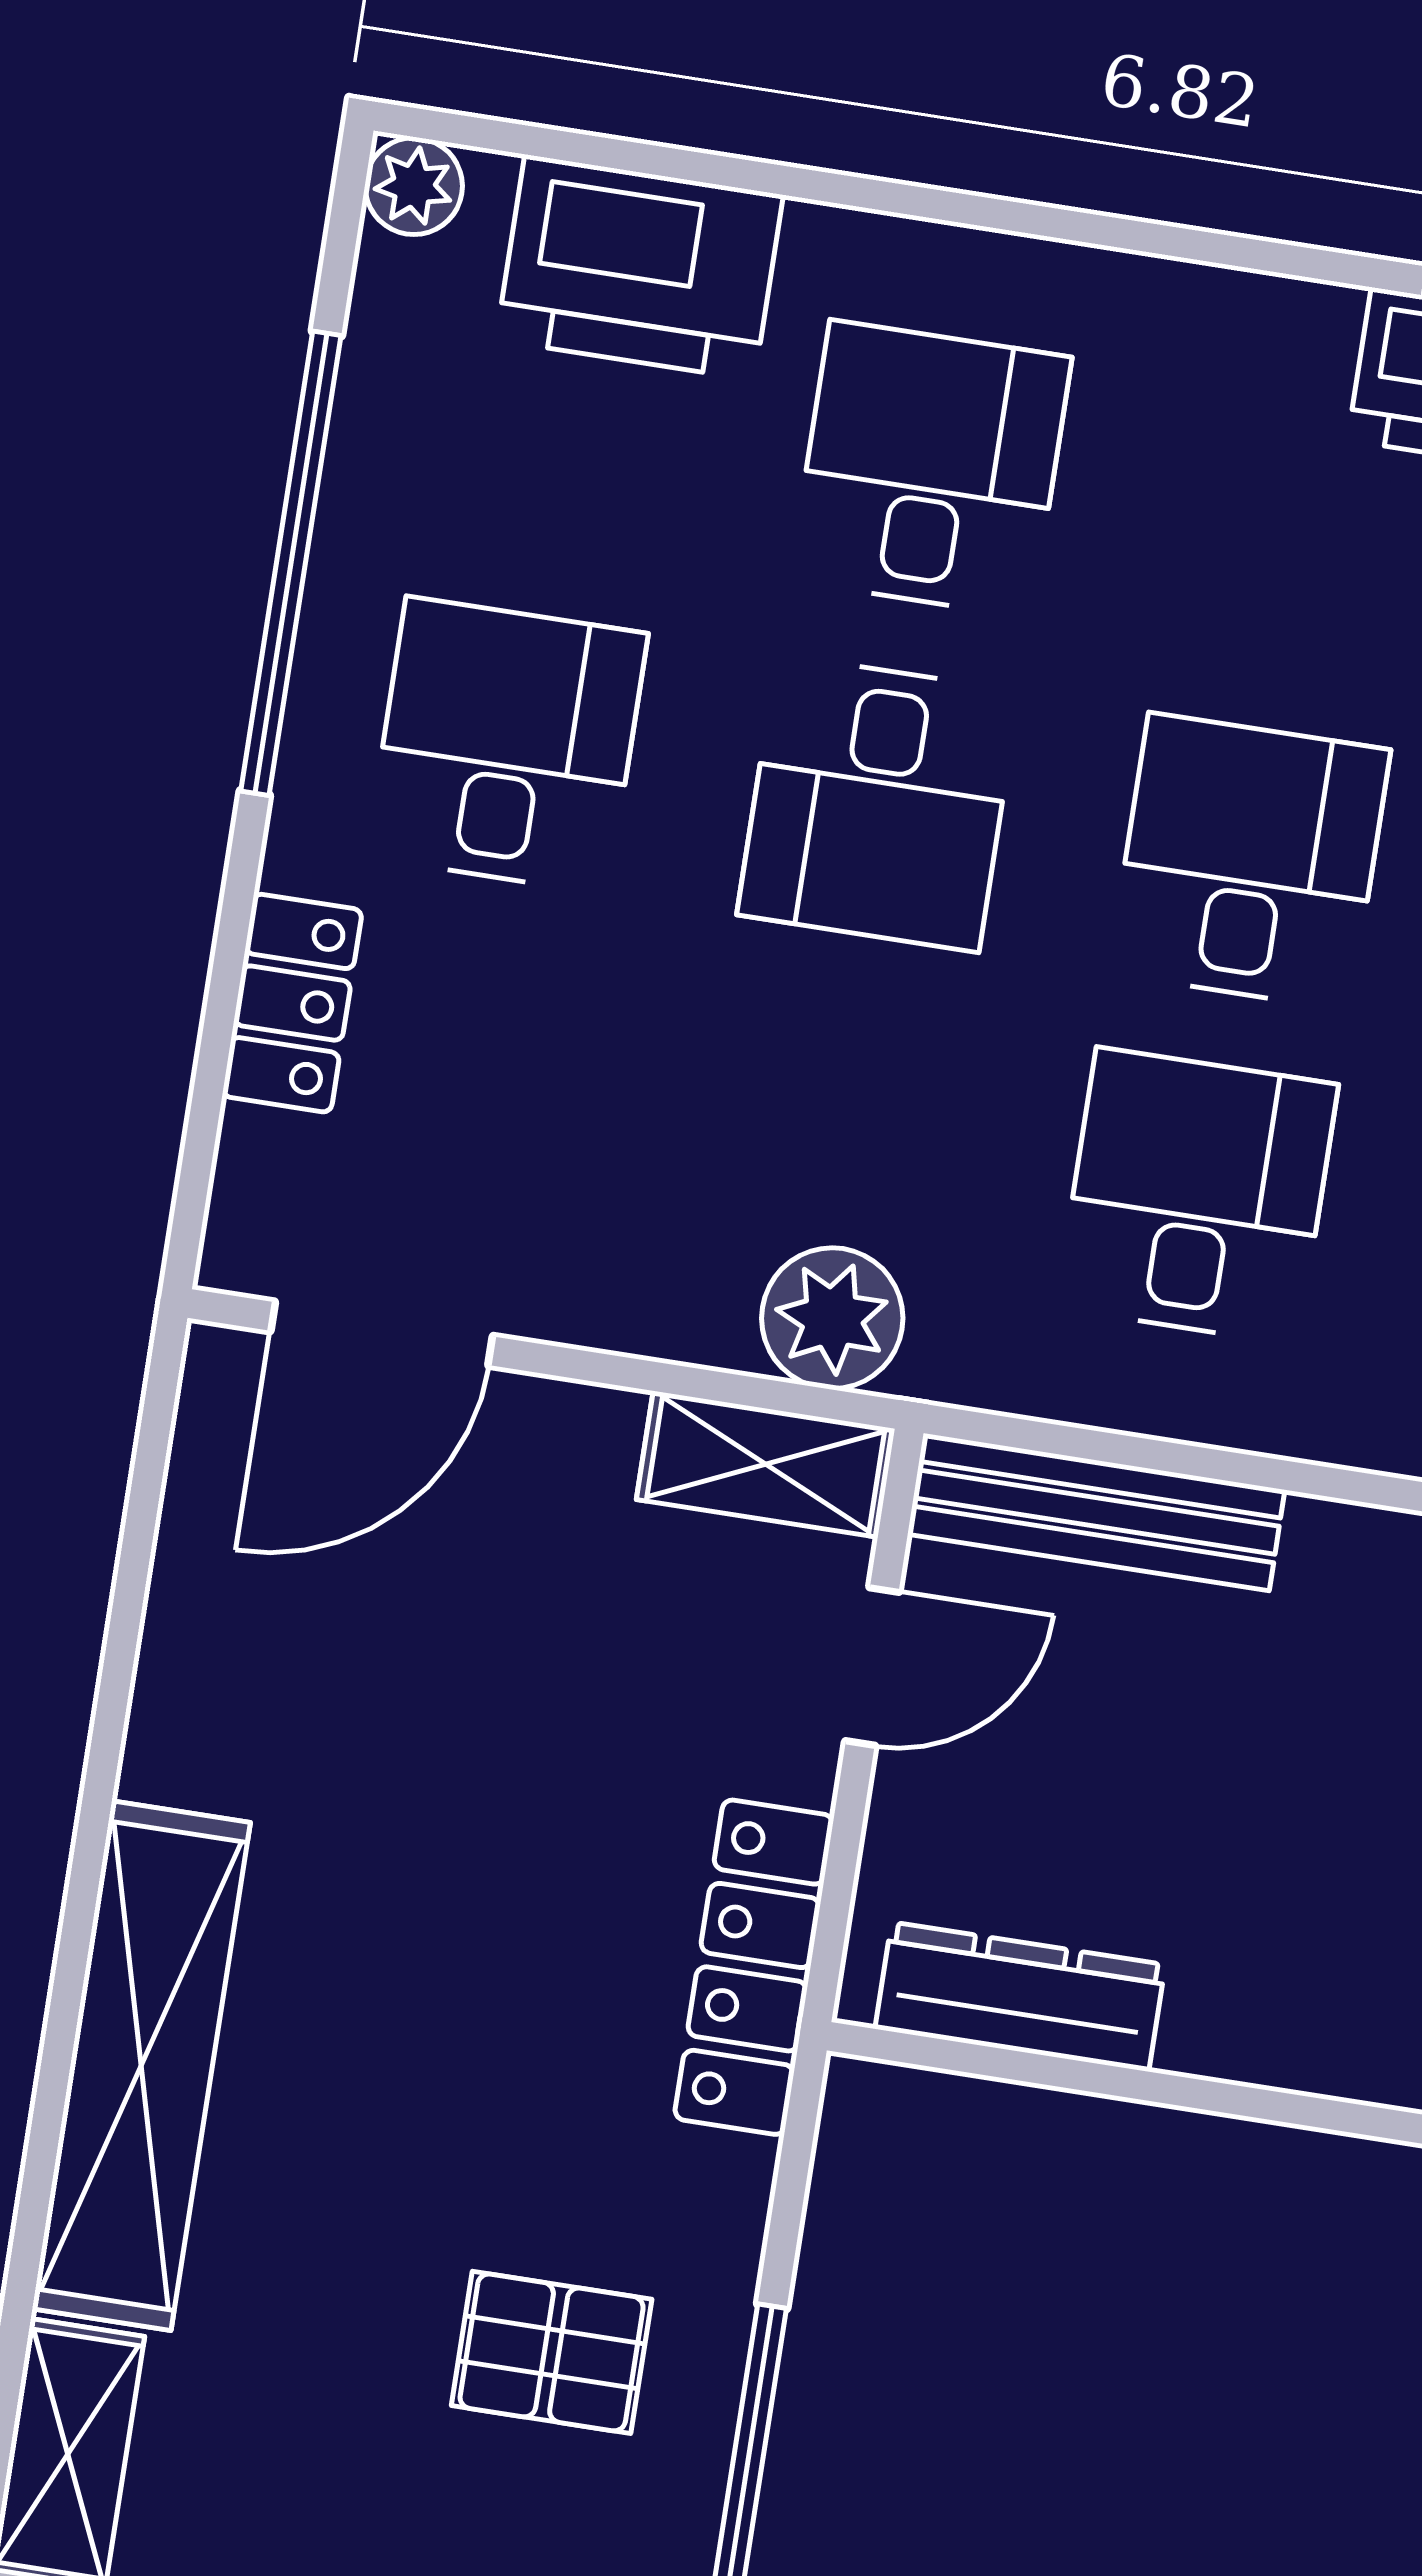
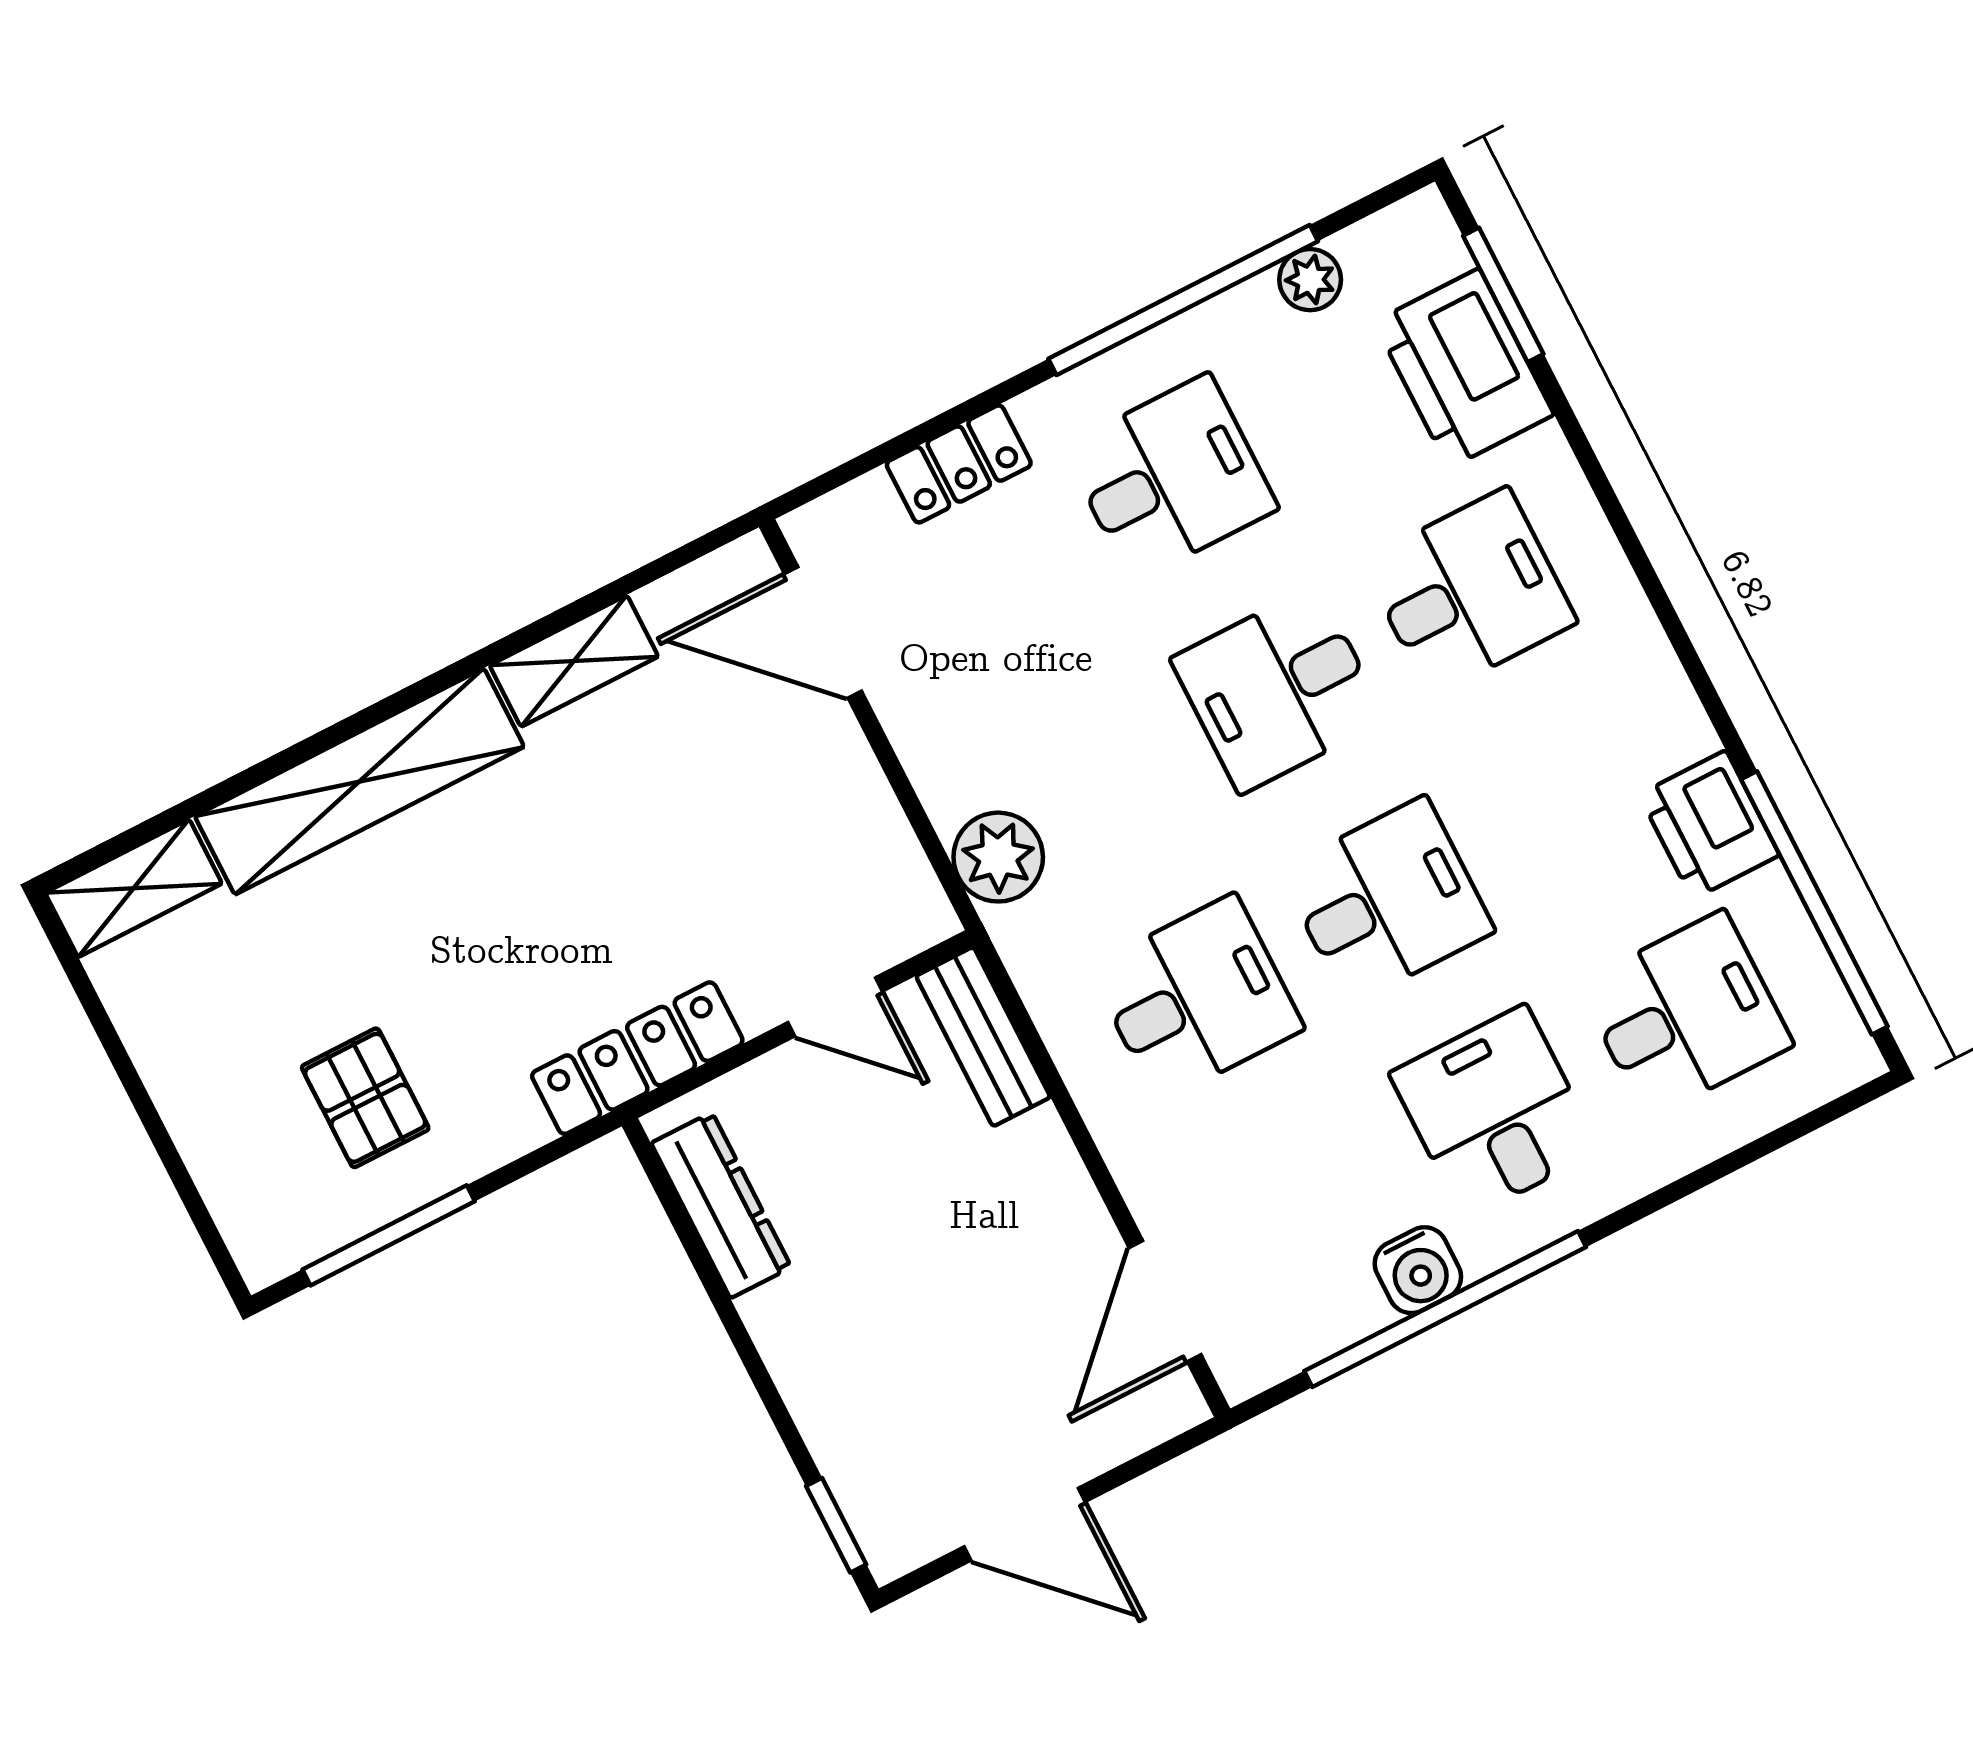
window: (582, 149) -> (1503, 295), added
plant: (414, 186) -> (1310, 280), moved
shelving: (766, 1464) -> (574, 661), moved, turned 90
bench: (1096, 1512) -> (983, 1037), width x0.73

